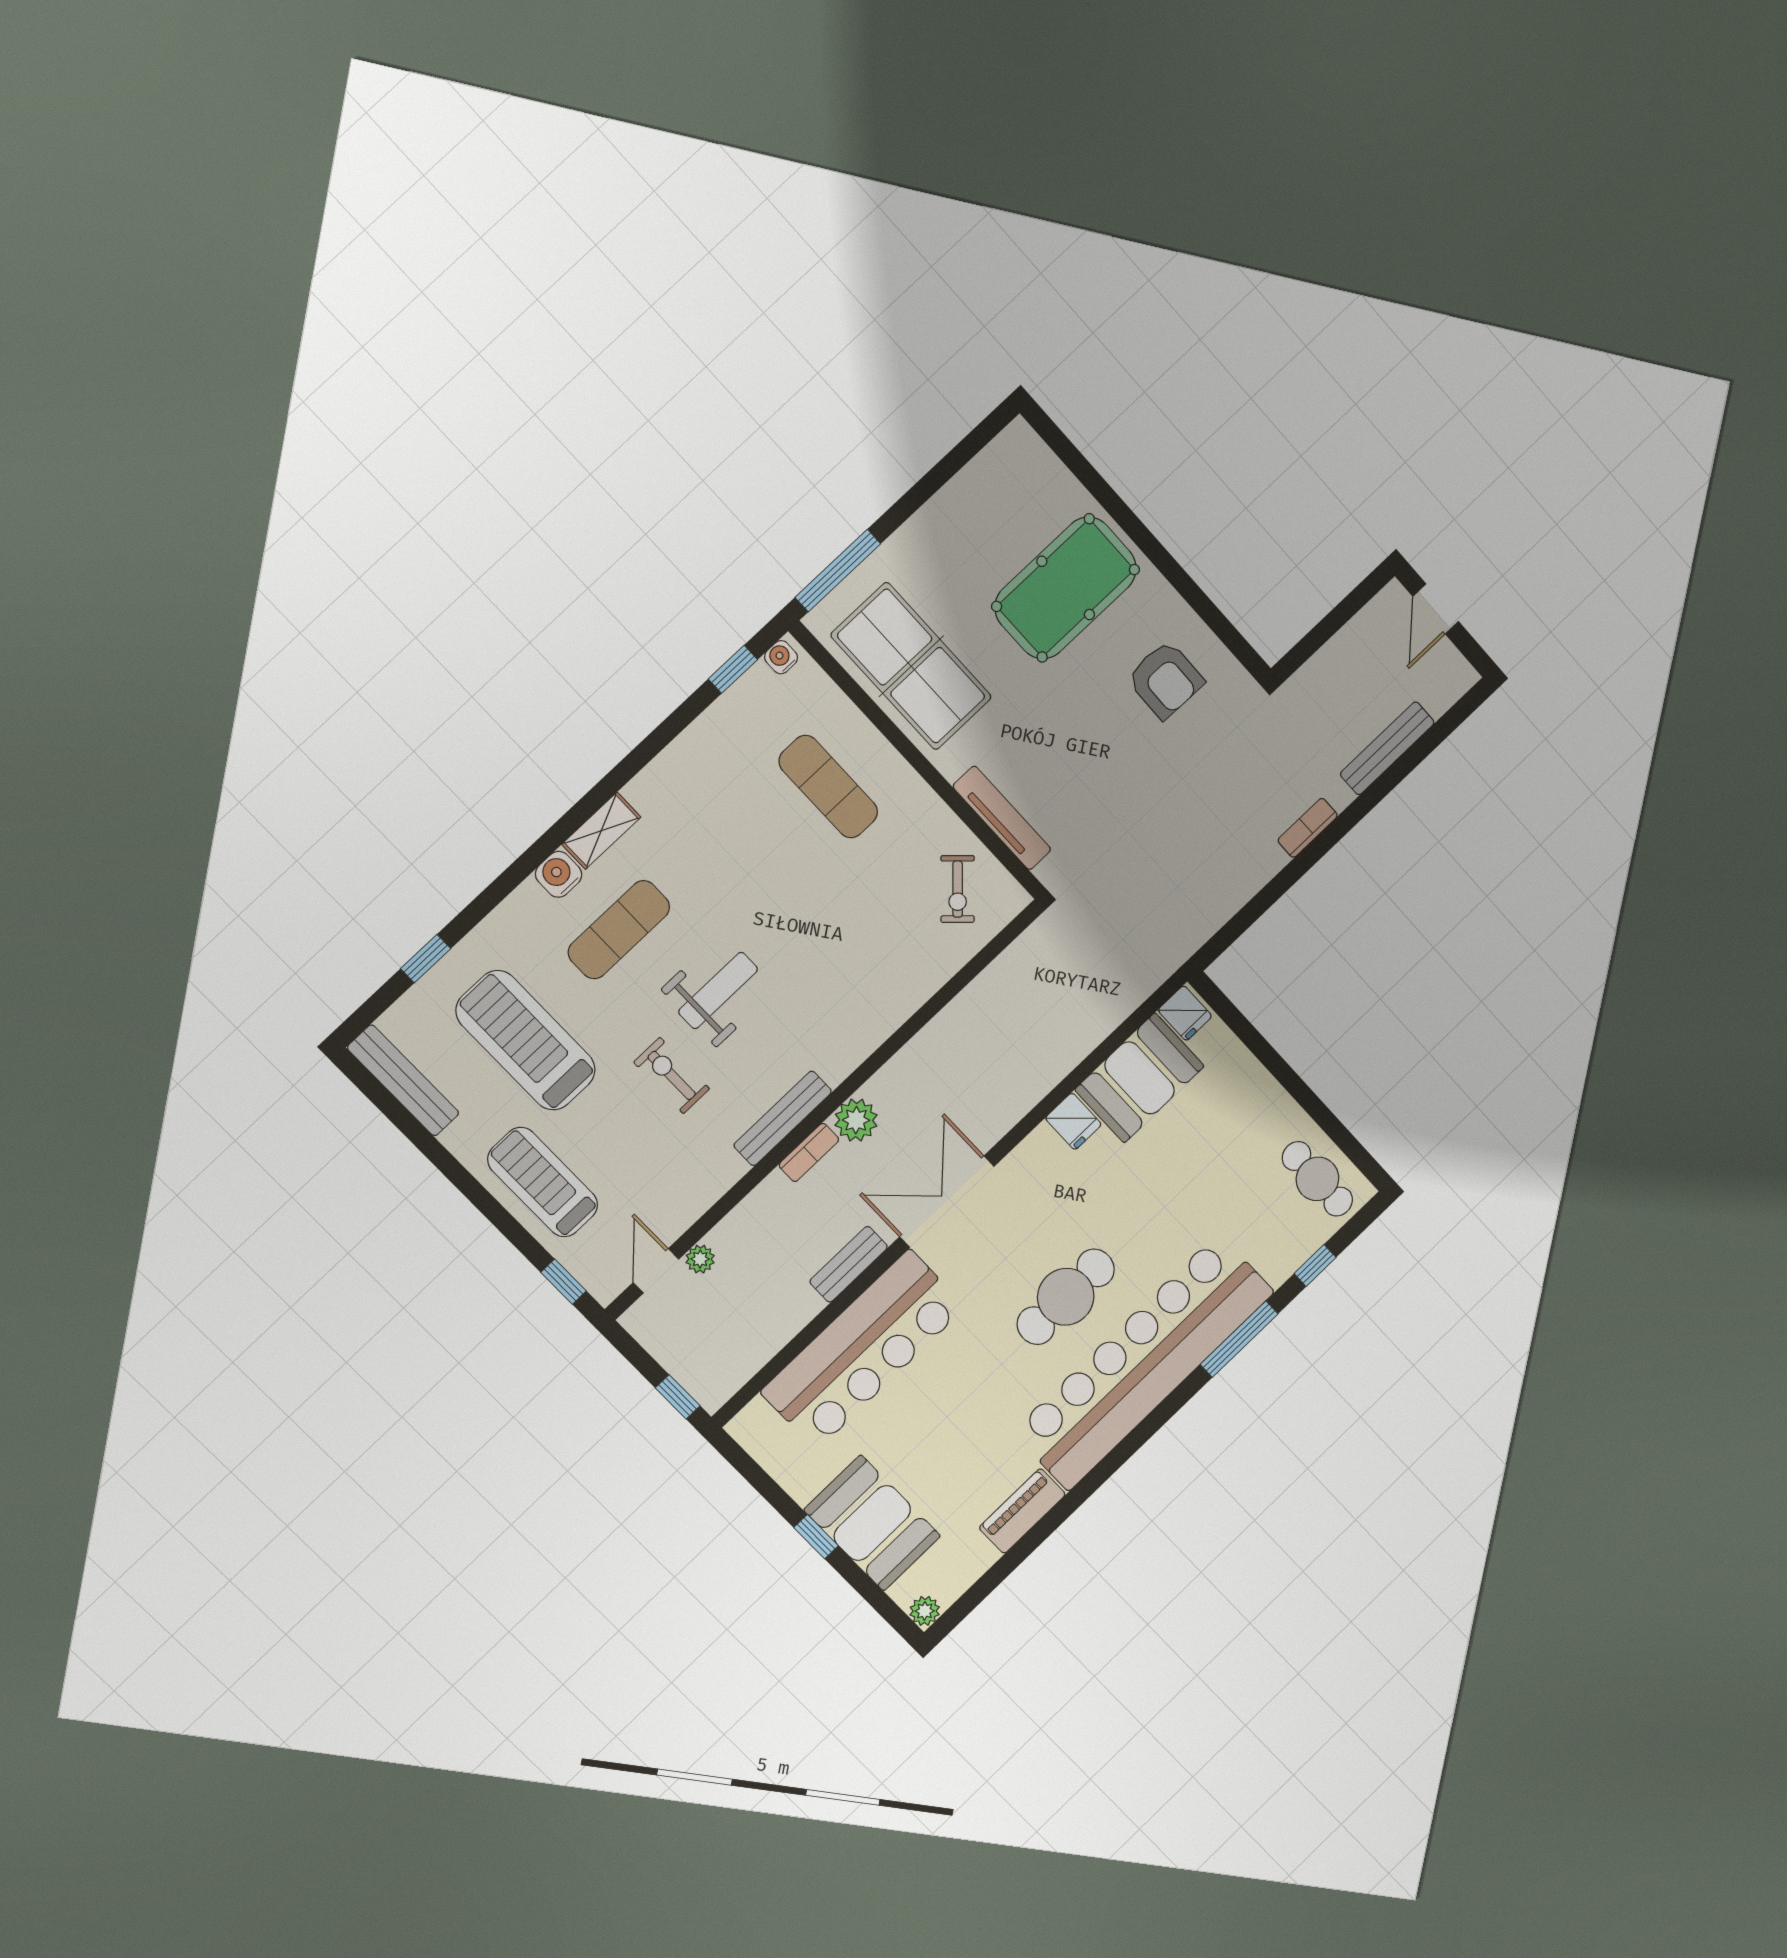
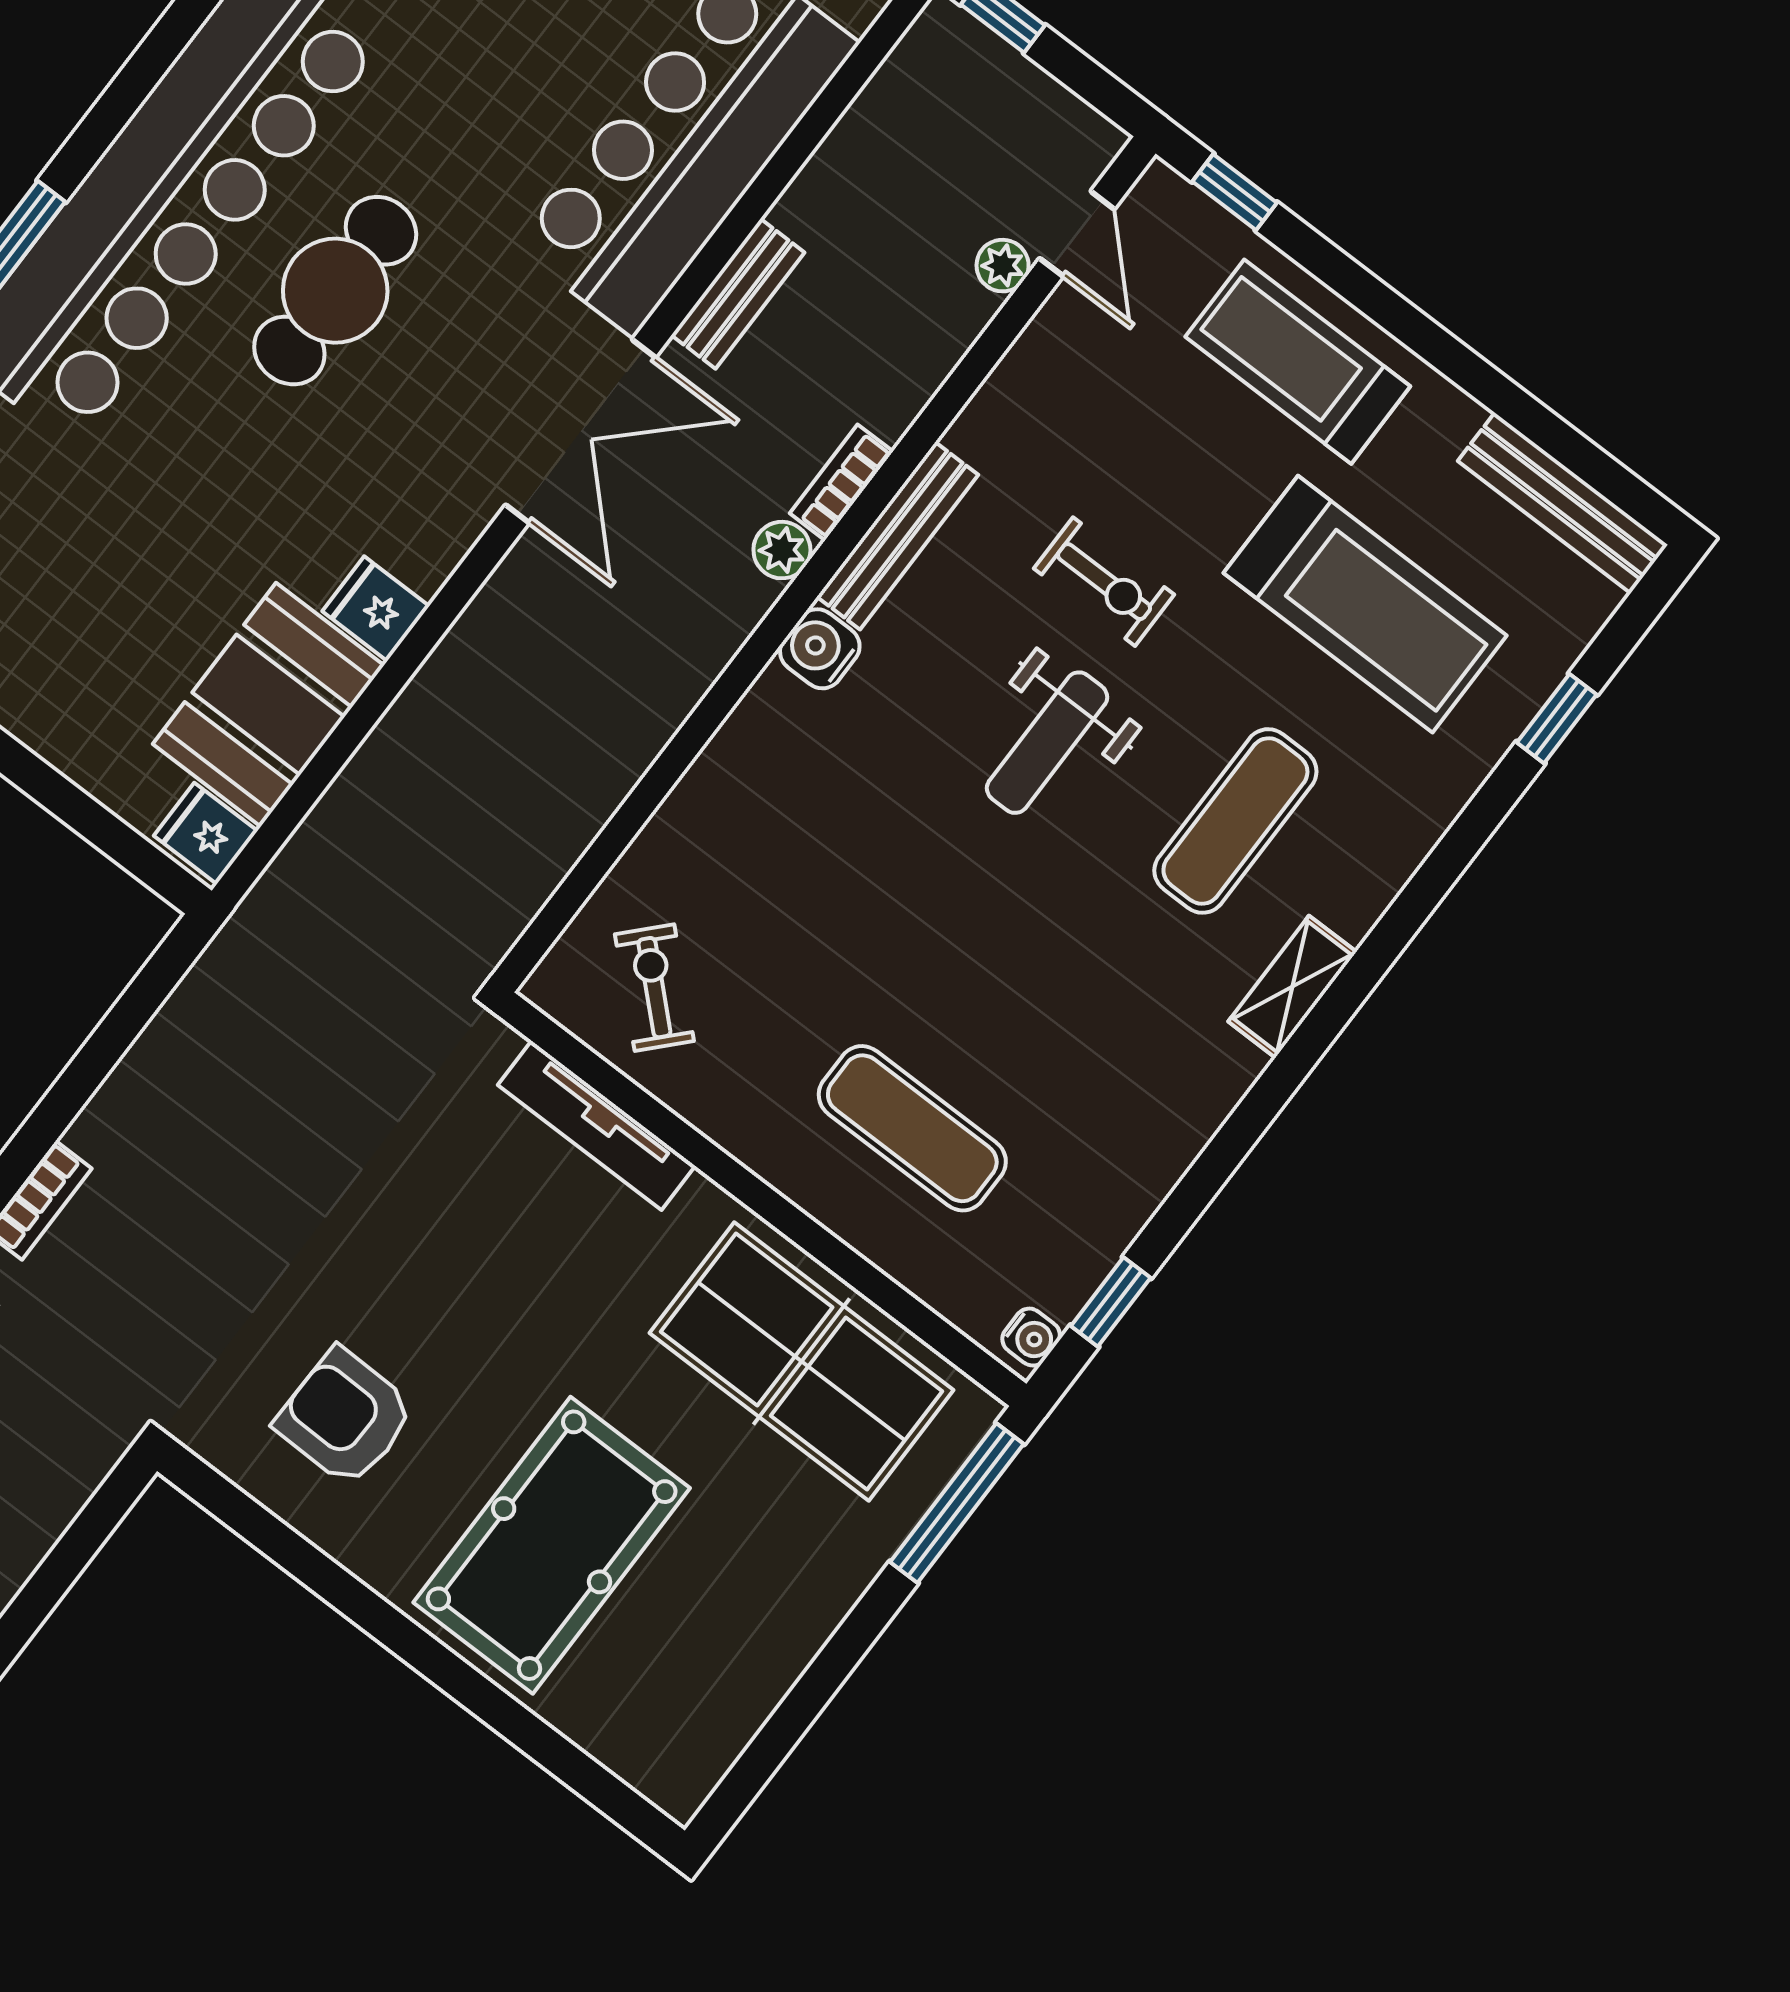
water cooler: (559, 874) -> (820, 649), moved, turned 180
plant: (856, 1120) -> (782, 550), width x0.73, depth x0.73
treadmill: (543, 1182) -> (1298, 362), turned 180

